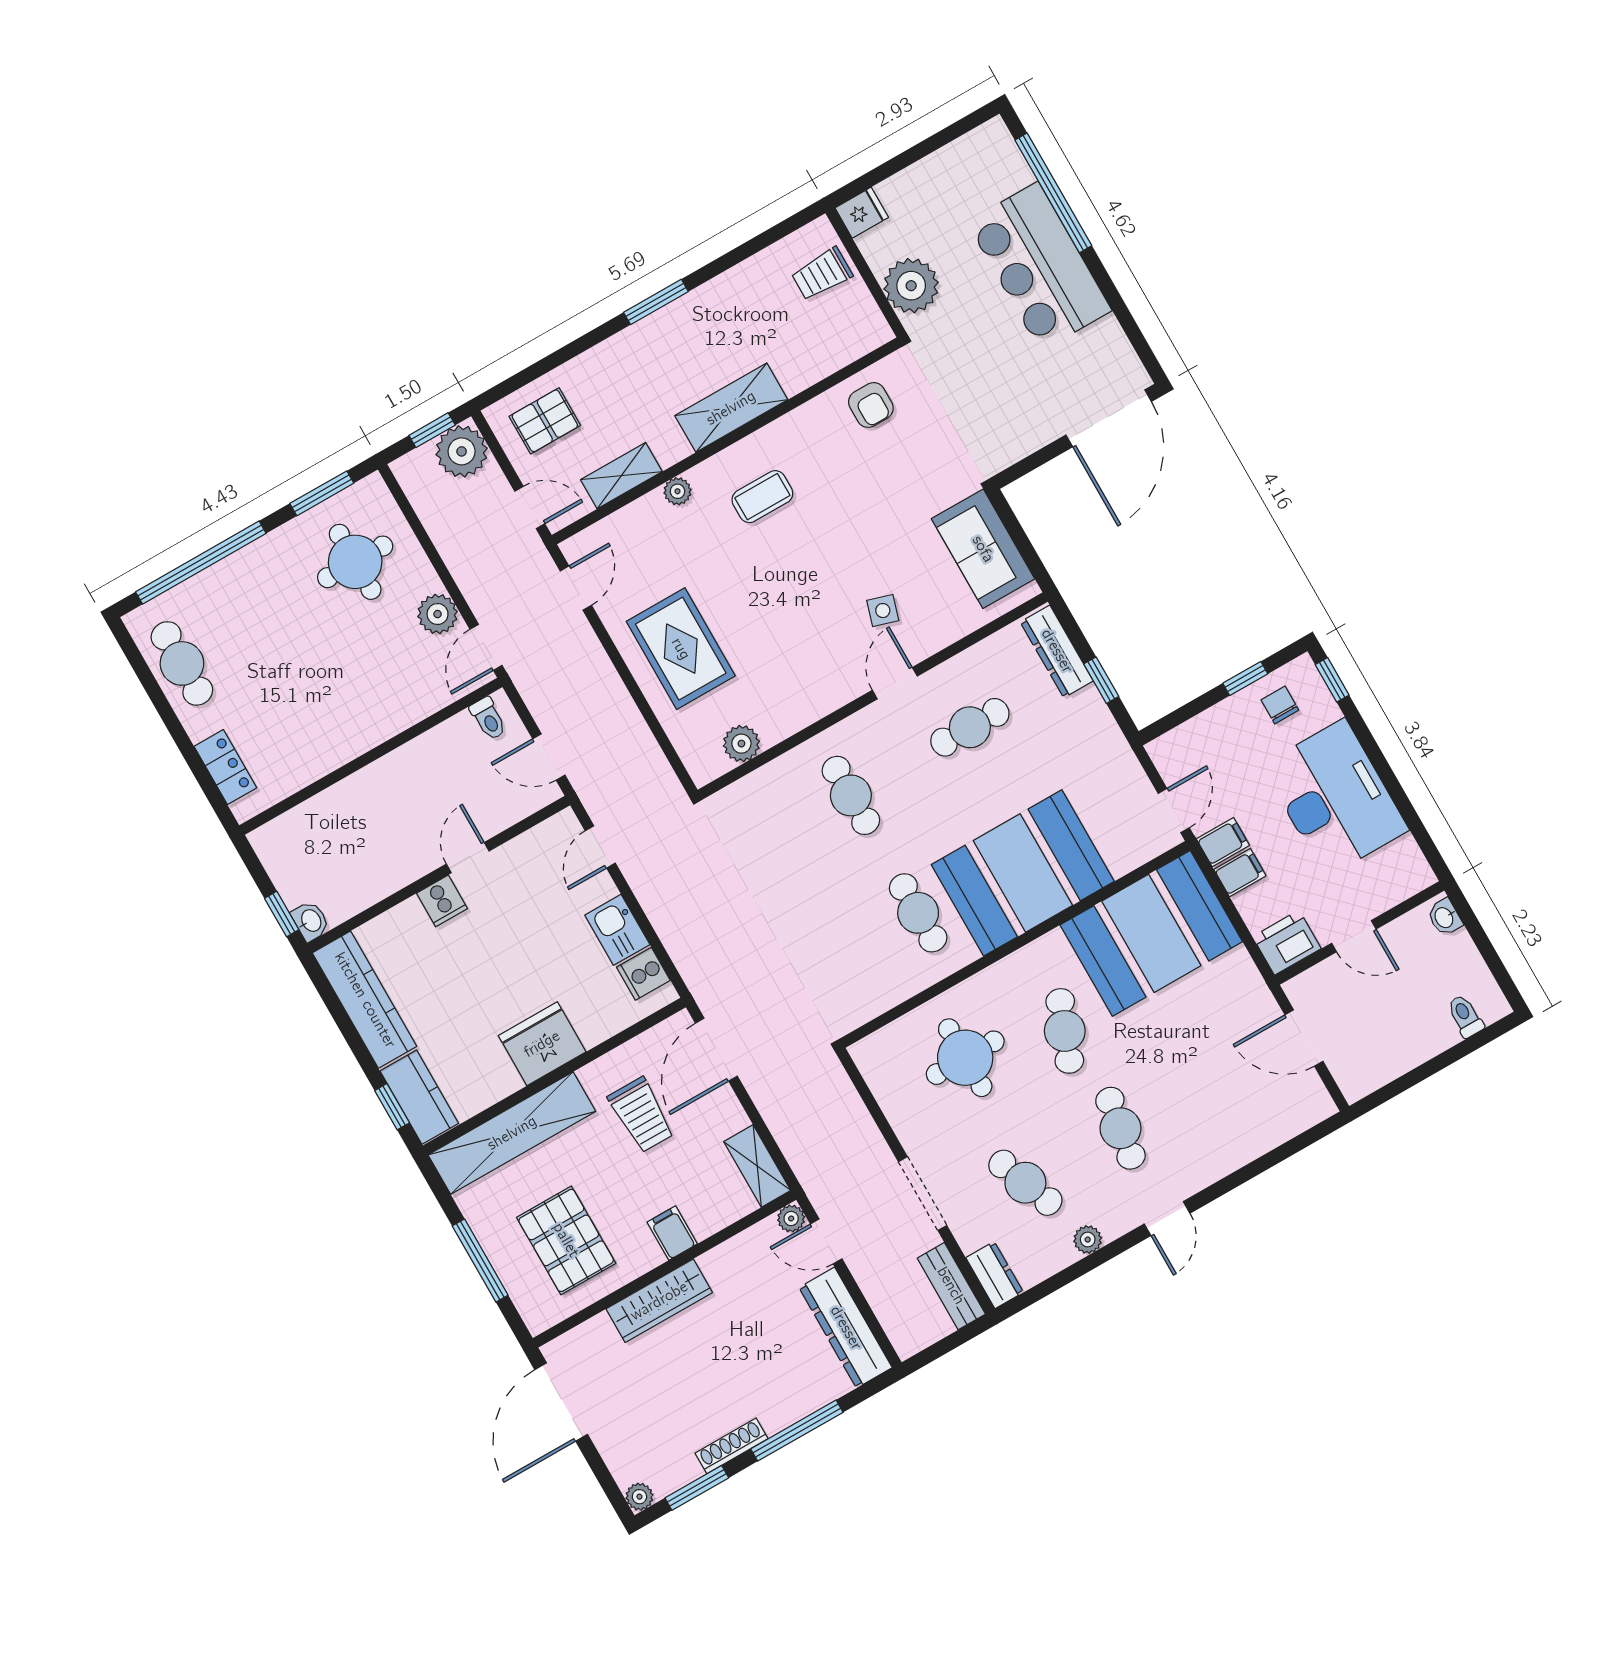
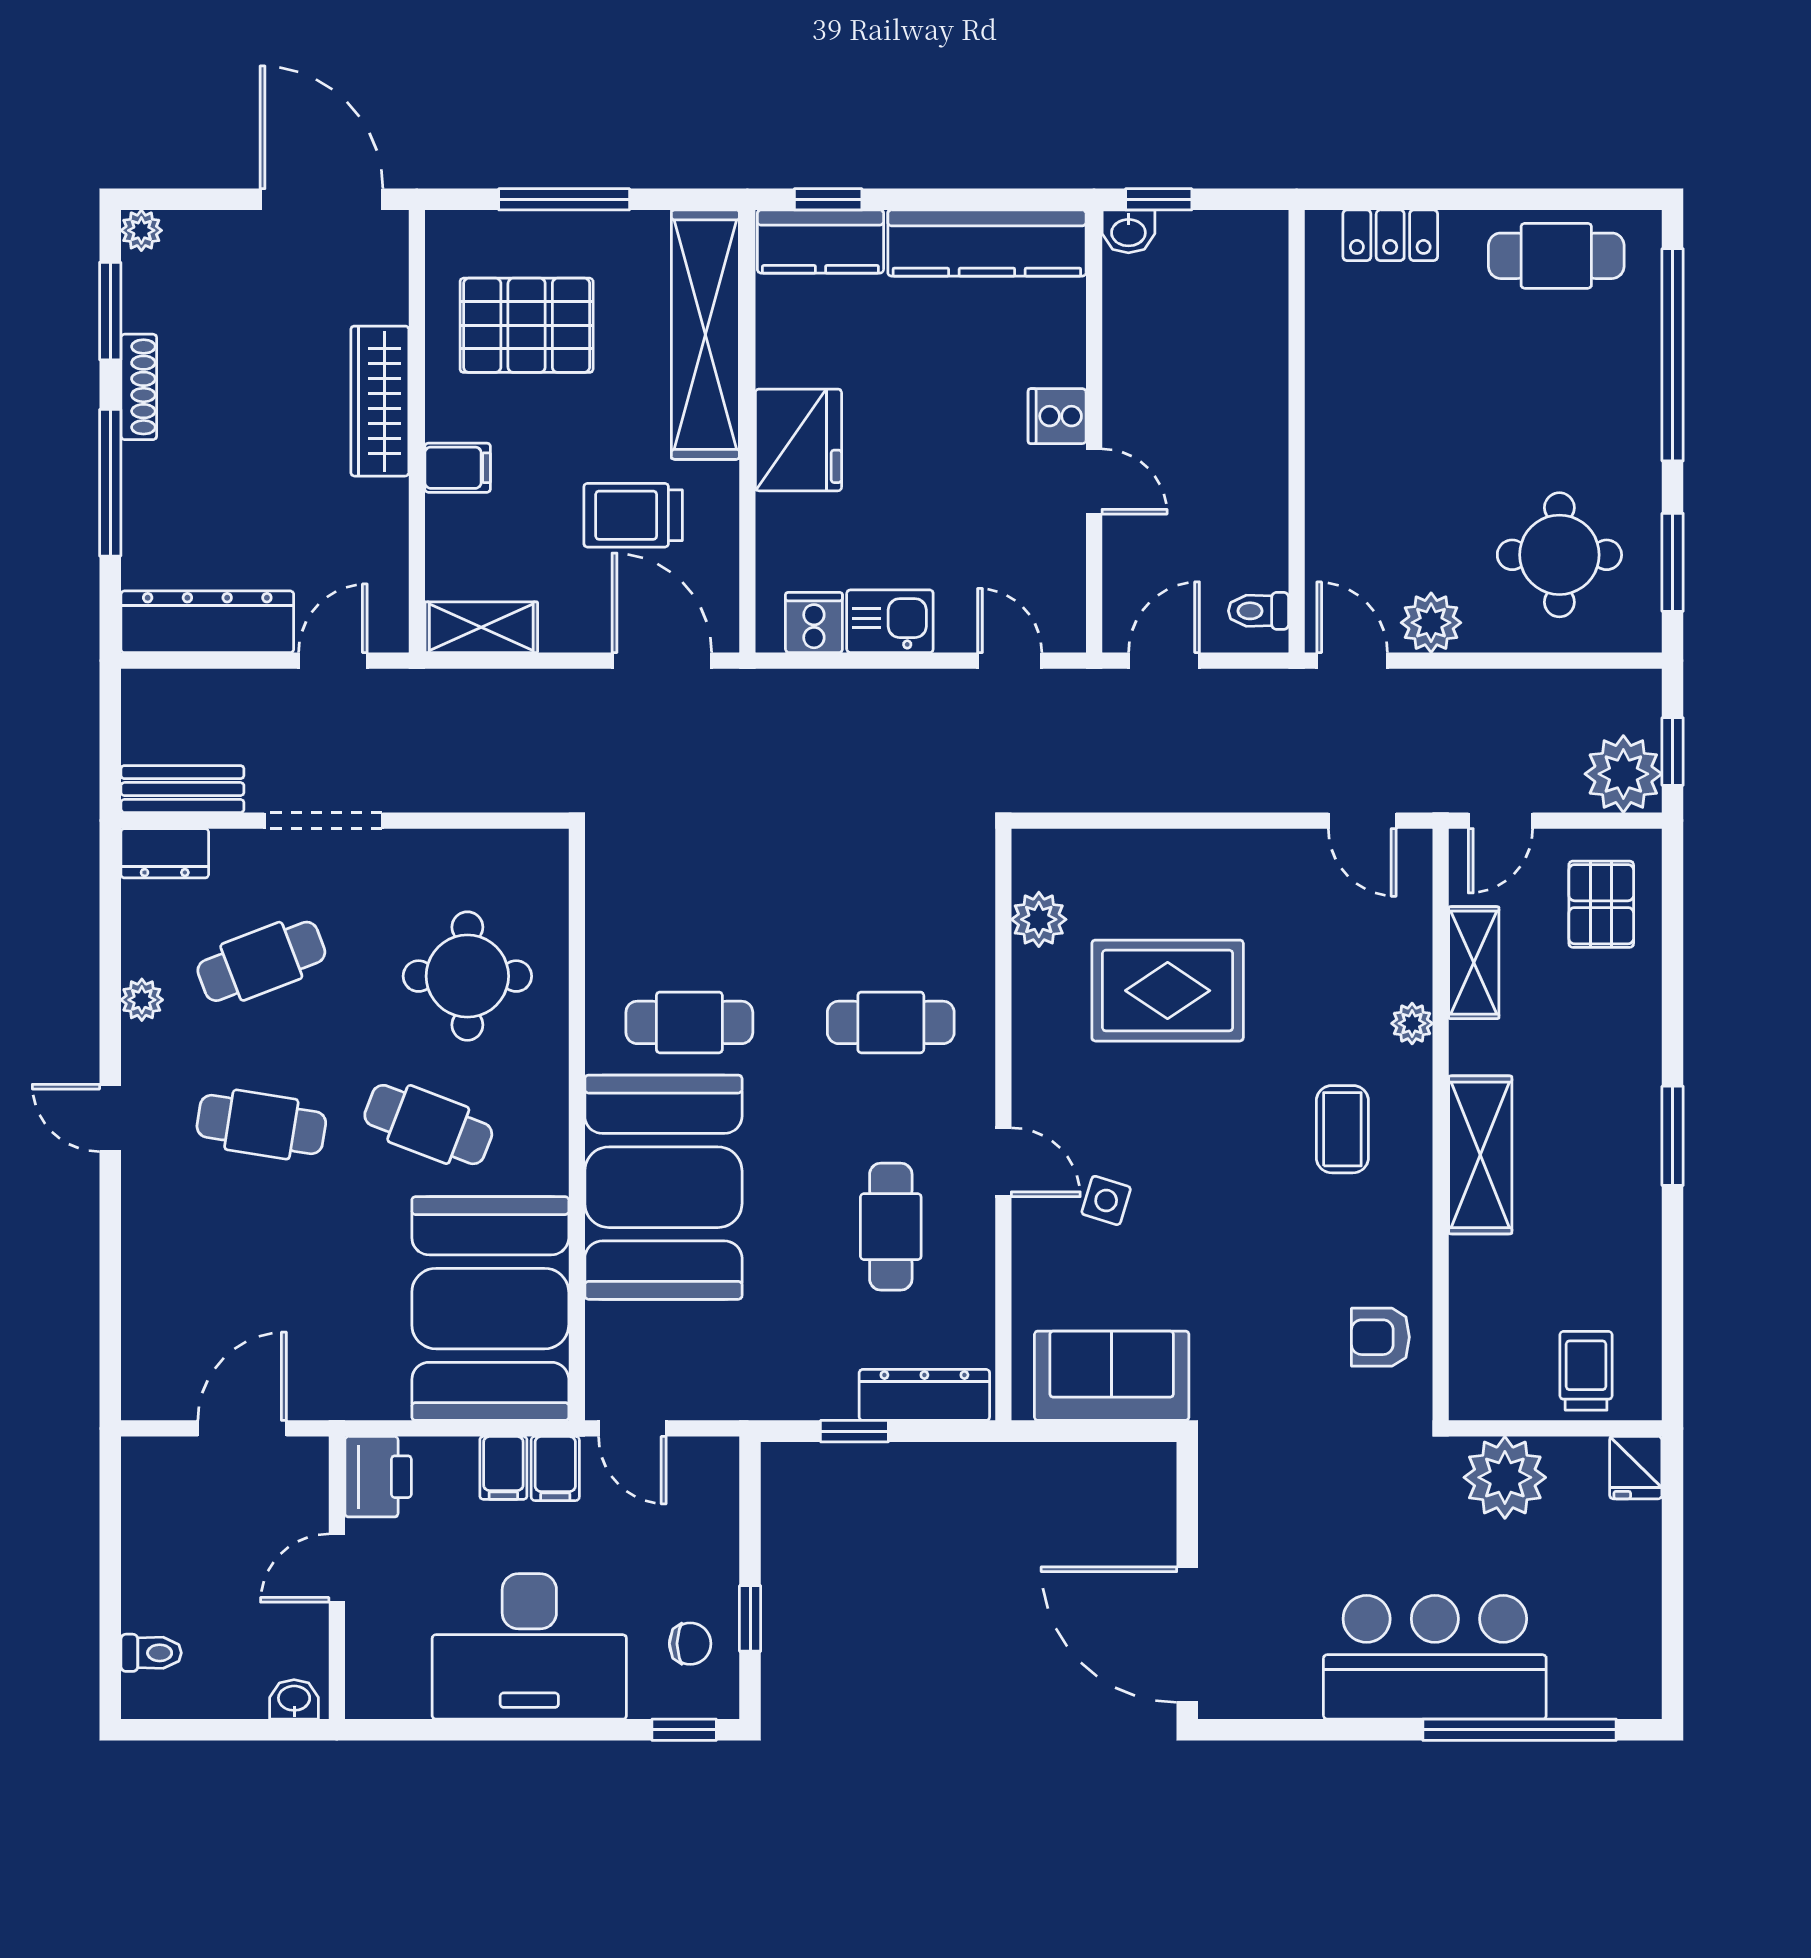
rug: (681, 649) -> (1168, 991), moved
plant: (791, 1219) -> (388, 632), removed

